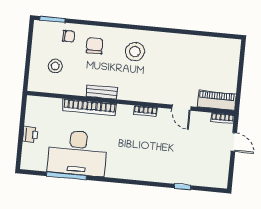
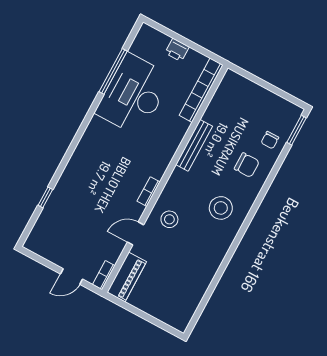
stool: (55, 66) -> (169, 219), moved
bench: (102, 92) -> (194, 145), width x1.36
bookcase: (89, 107) -> (201, 90), moved

